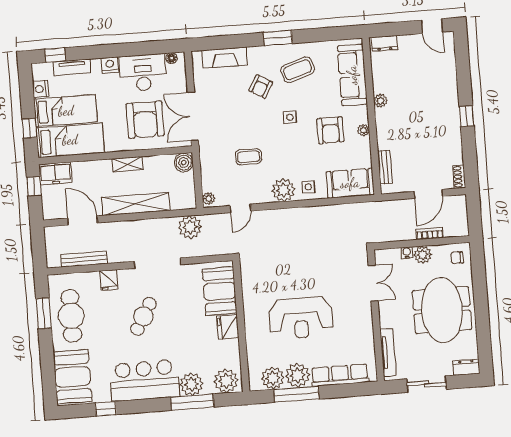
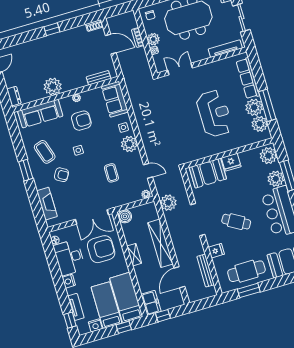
plant: (380, 101) -> (53, 87), width x1.88, depth x1.88

